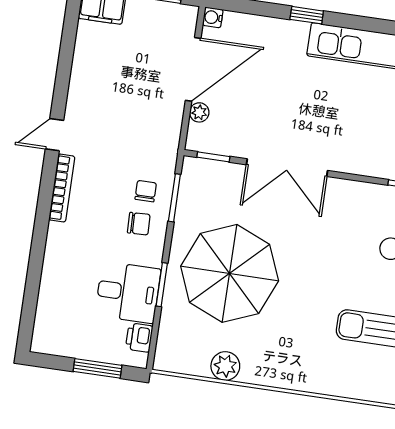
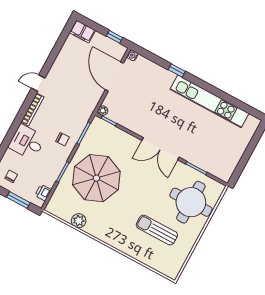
door: (193, 69) -> (114, 76), swing flipped
plant: (199, 112) -> (103, 111), moved
double door: (287, 168) -> (160, 149), moved
chair: (146, 191) -> (11, 176), moved
desk: (128, 292) -> (27, 142), moved, turned 180

